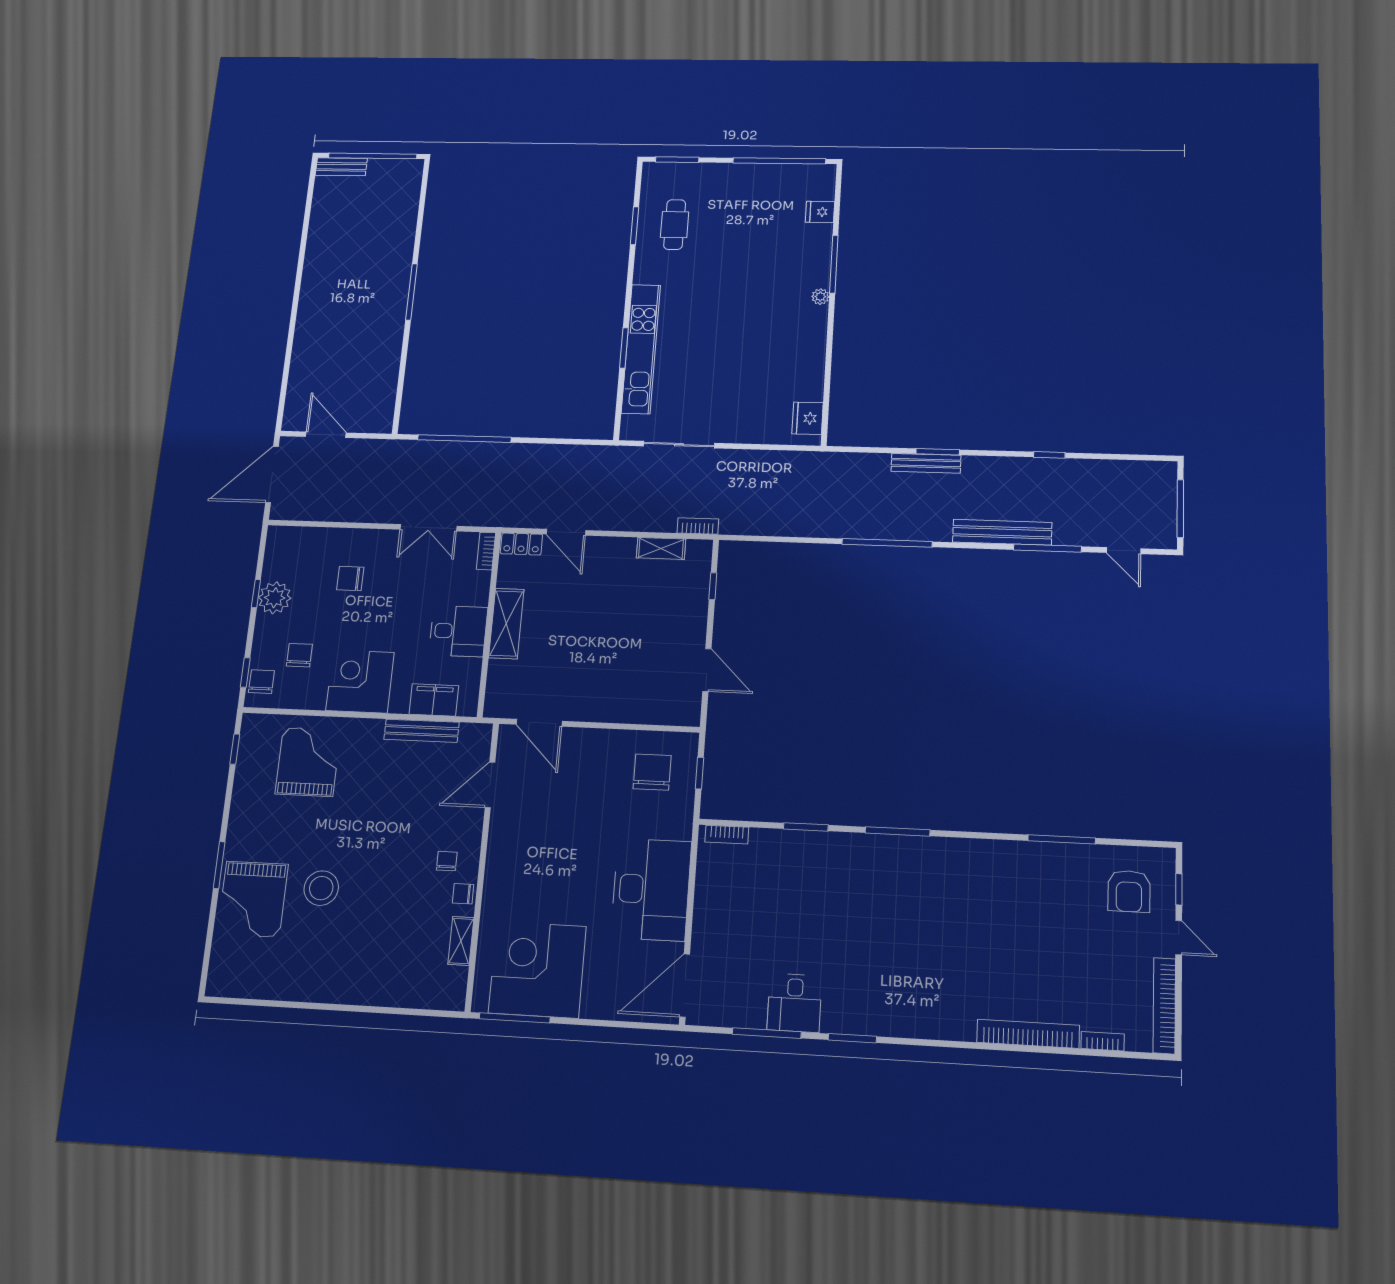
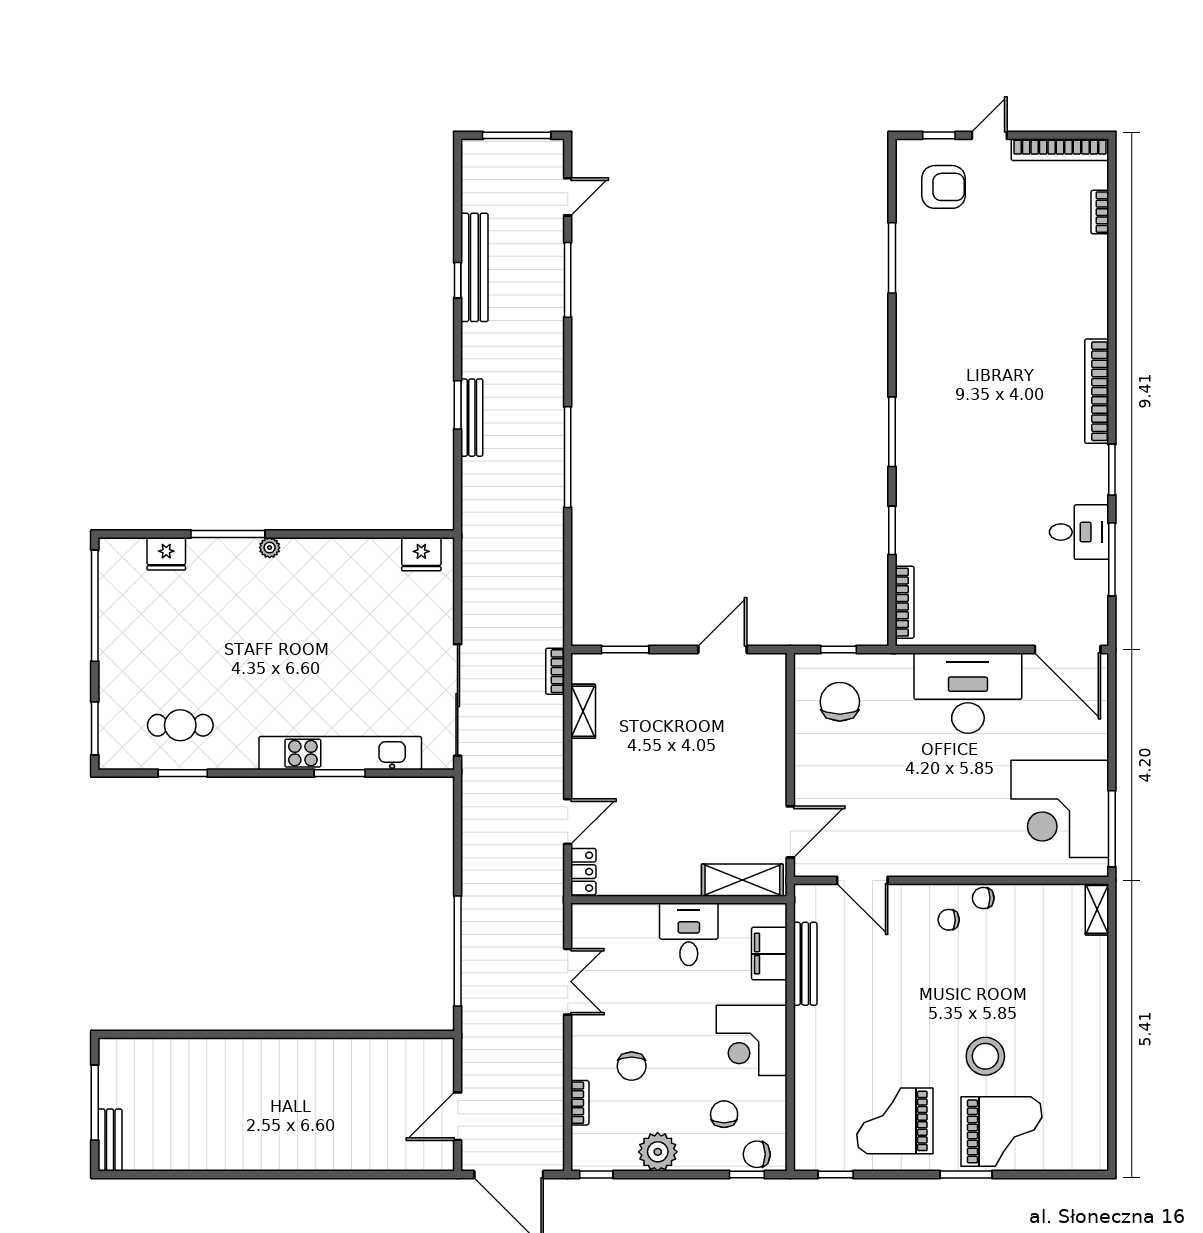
window: (373, 156) -> (95, 1103), width x0.68
fridge: (820, 212) -> (166, 554), width x1.38
window: (411, 292) -> (274, 1034), removed
sliding door: (679, 445) -> (458, 700), width x1.36
bench: (1002, 532) -> (474, 267), moved
bookcase: (486, 551) -> (580, 1103), moved, turned -90
window: (713, 586) -> (625, 649), width x1.50
window: (256, 594) -> (596, 1175), moved
shelving: (506, 623) -> (742, 880), moved
chair: (299, 655) -> (724, 1114), turned 90
grand piano: (308, 762) -> (895, 1121), moved
chair: (652, 772) -> (840, 702), turned 90
bookcase: (727, 835) -> (905, 602), width x1.56
chair: (463, 894) -> (983, 898), turned 90
shelving: (461, 941) -> (1097, 909), moved, turned 90
bookcase: (1028, 1034) -> (1097, 391), moved

